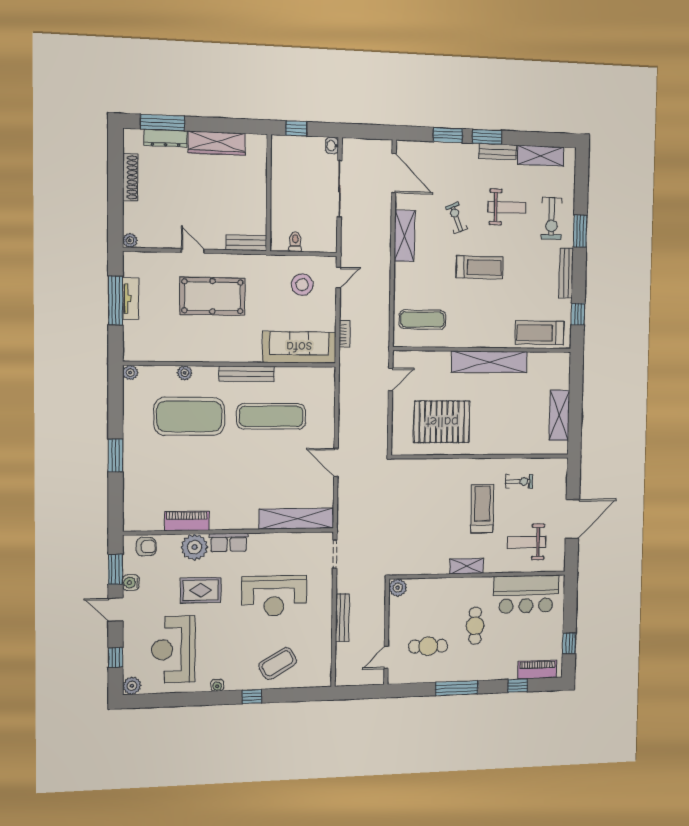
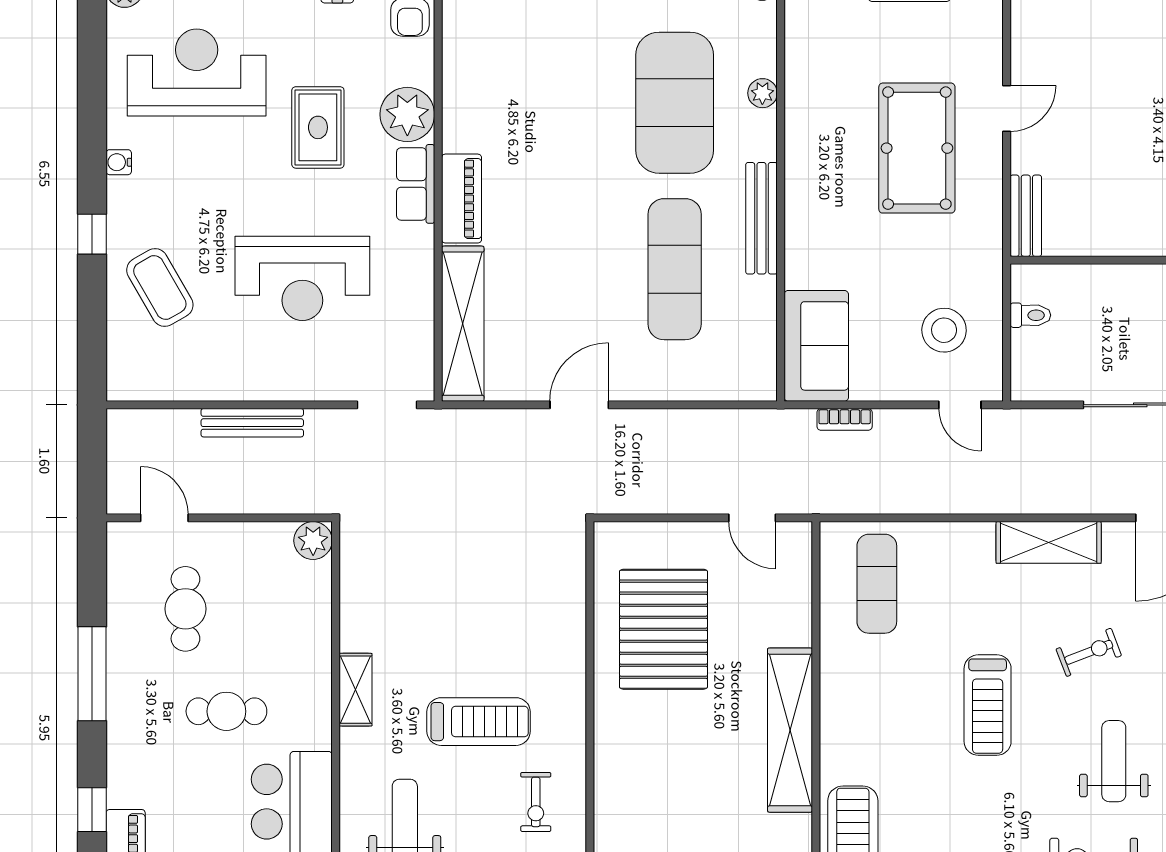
weight bench: (507, 207) -> (1114, 761), turned 180
sofa: (299, 347) -> (816, 346), width x0.73
piano: (187, 521) -> (462, 199), moved
reception desk: (274, 596) -> (302, 278), turned -90

